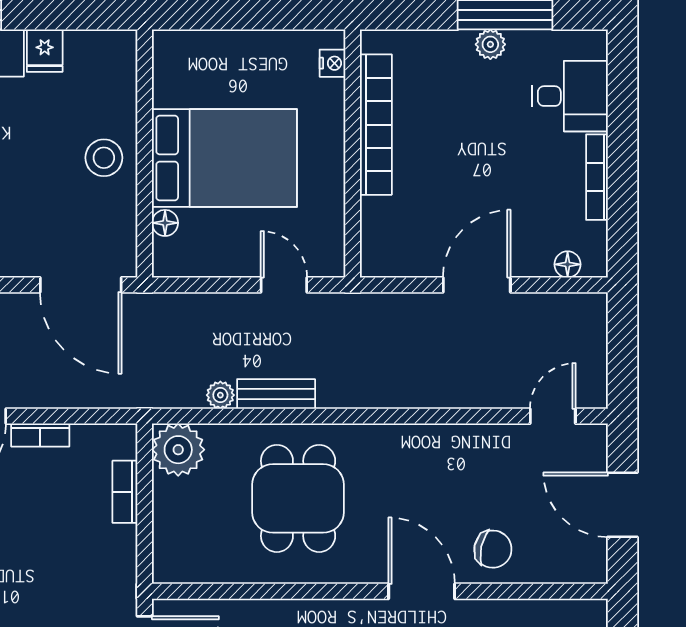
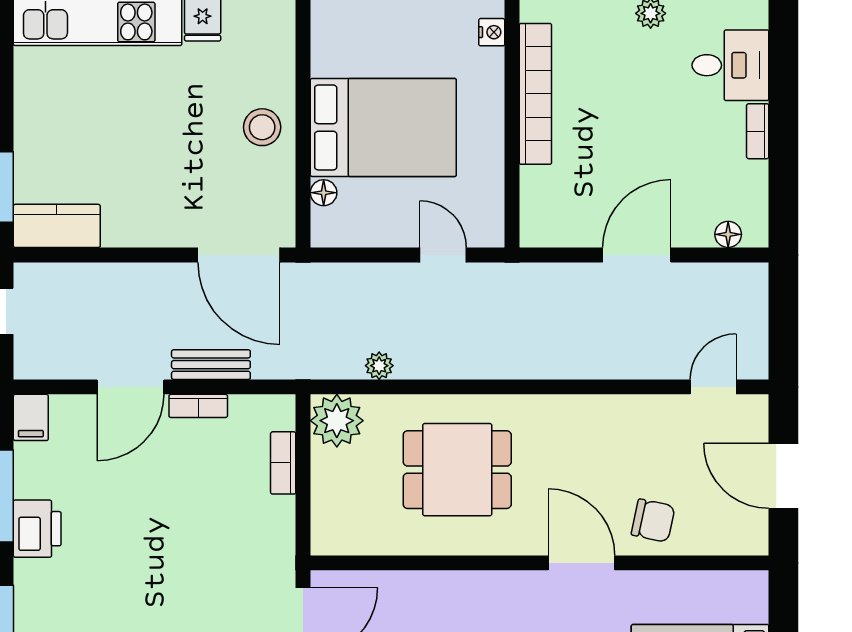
bookcase: (597, 177) -> (758, 131), width x0.64
bench: (276, 394) -> (211, 365), moved
dining table: (298, 498) -> (457, 470), turned 90

